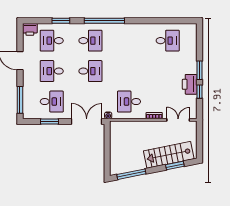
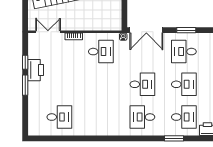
window: (104, 21) -> (127, 138), removed
desk: (168, 41) -> (59, 117), turned 180
desk: (90, 71) -> (142, 84), turned 180
double door: (178, 120) -> (48, 32), swing flipped

